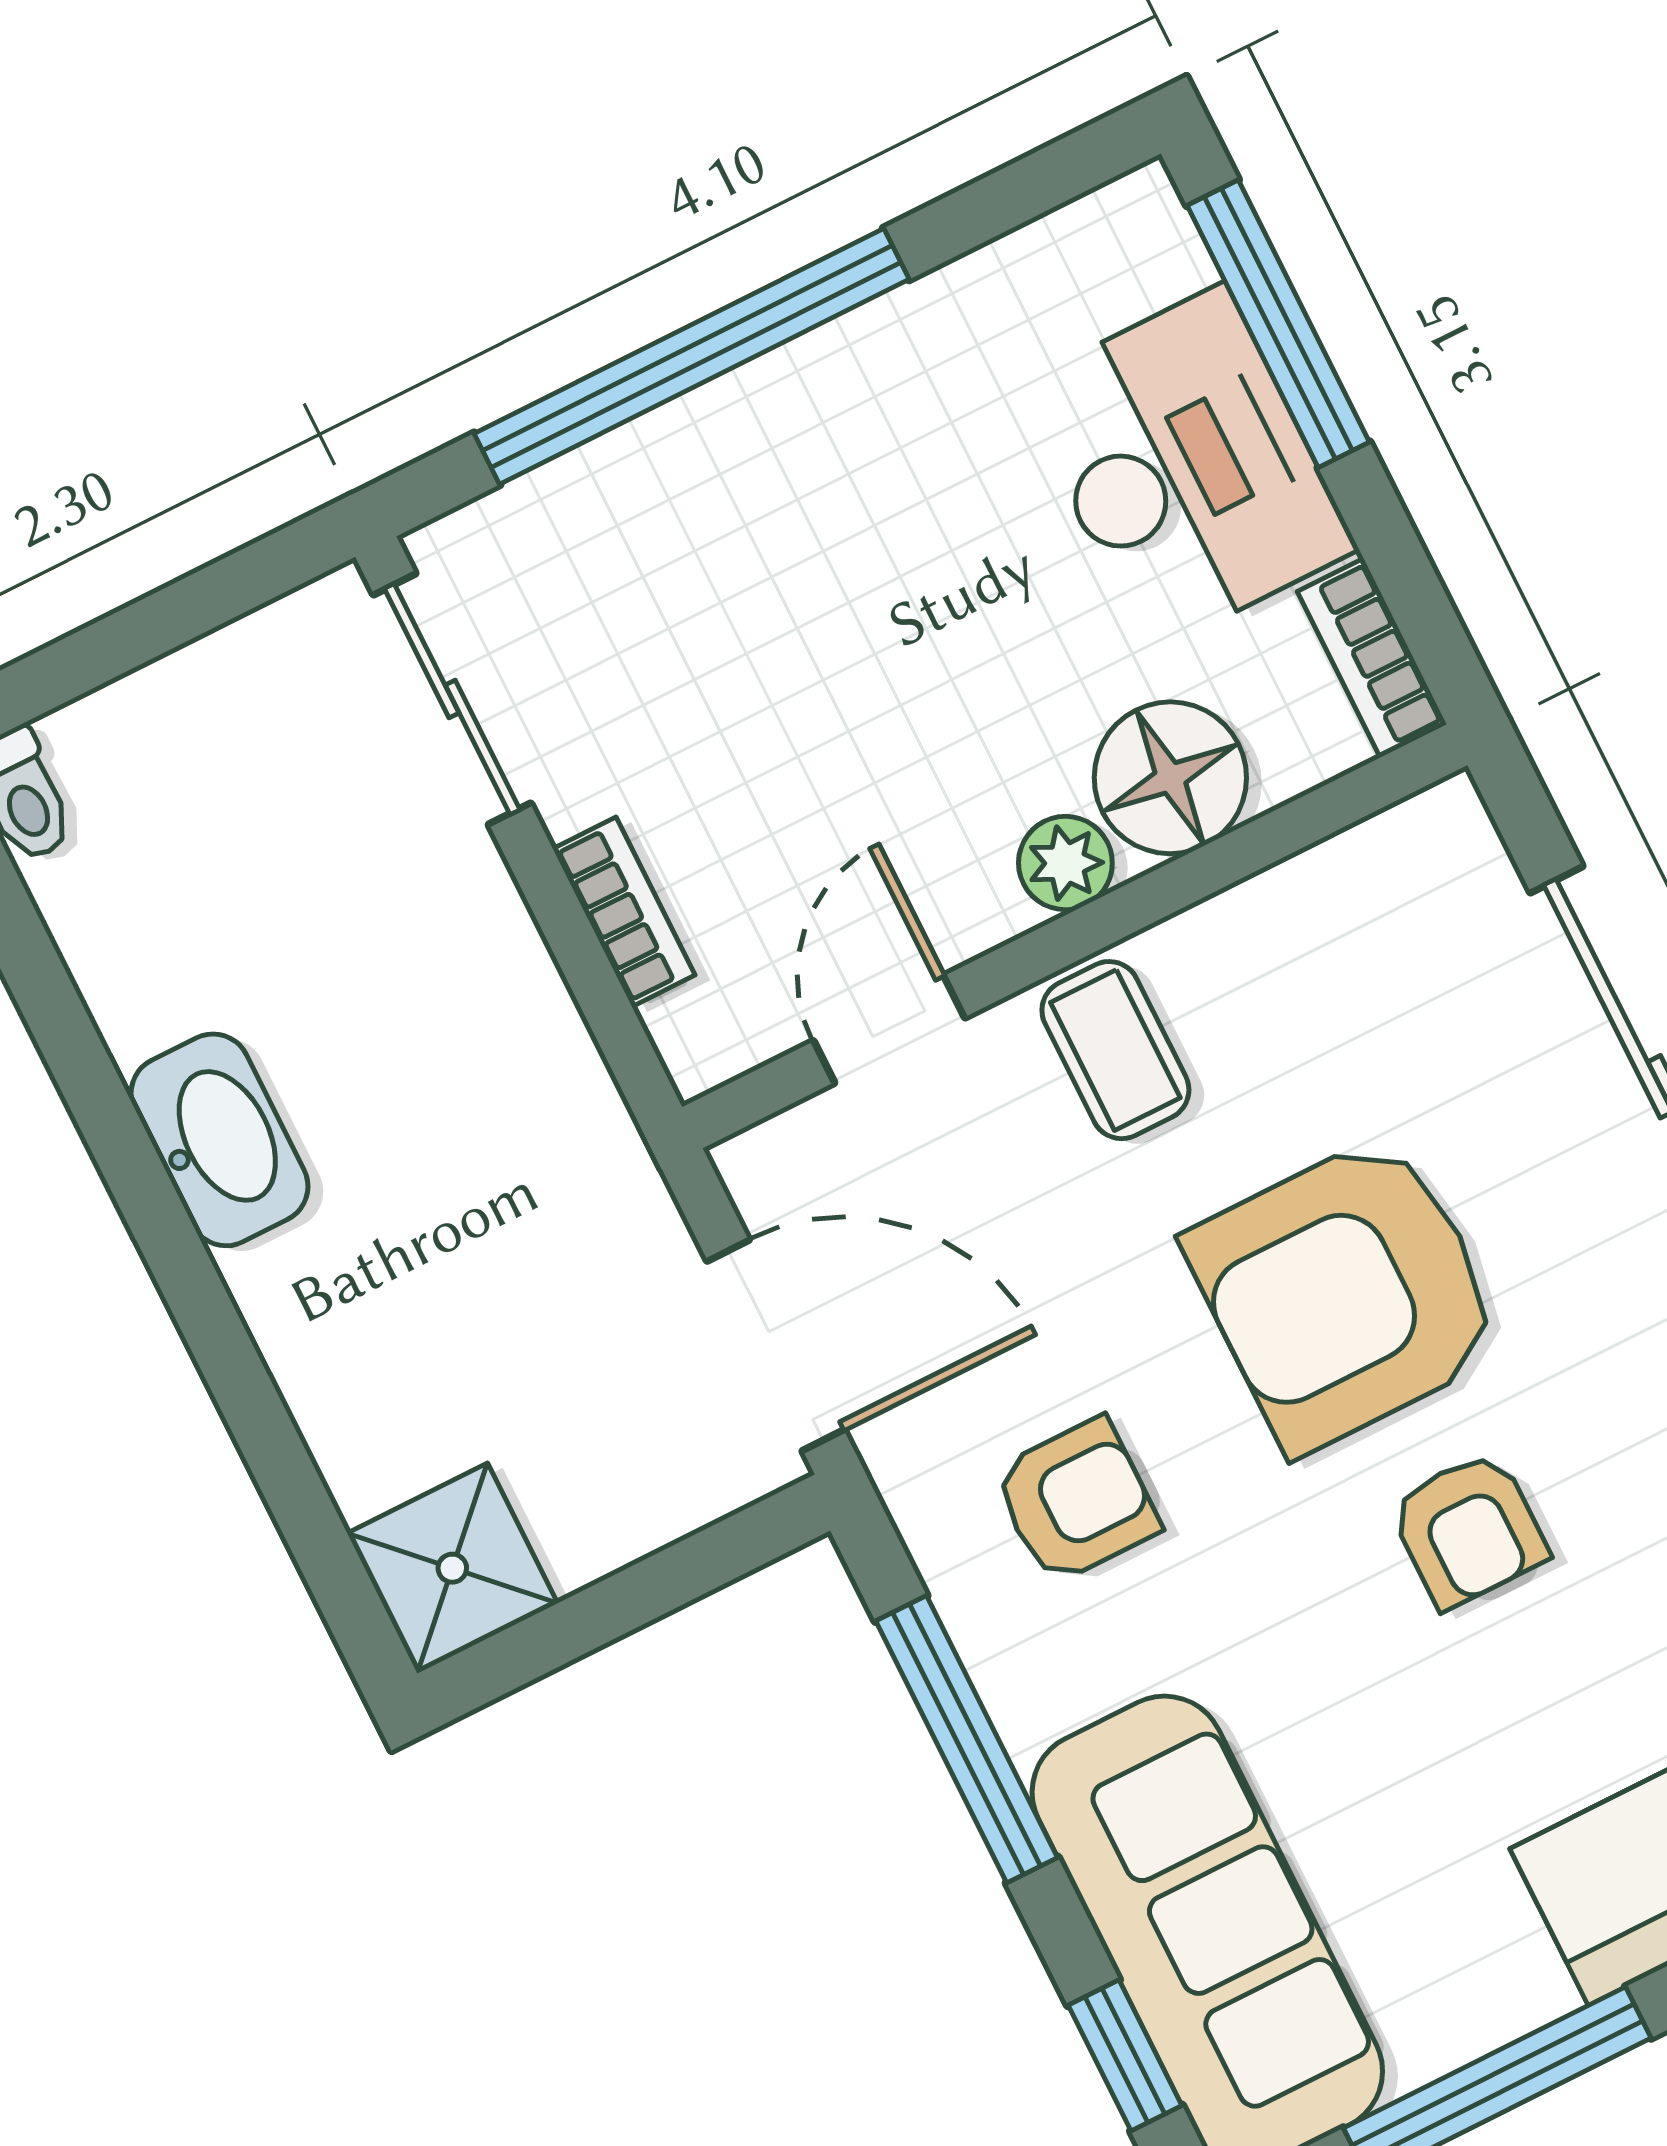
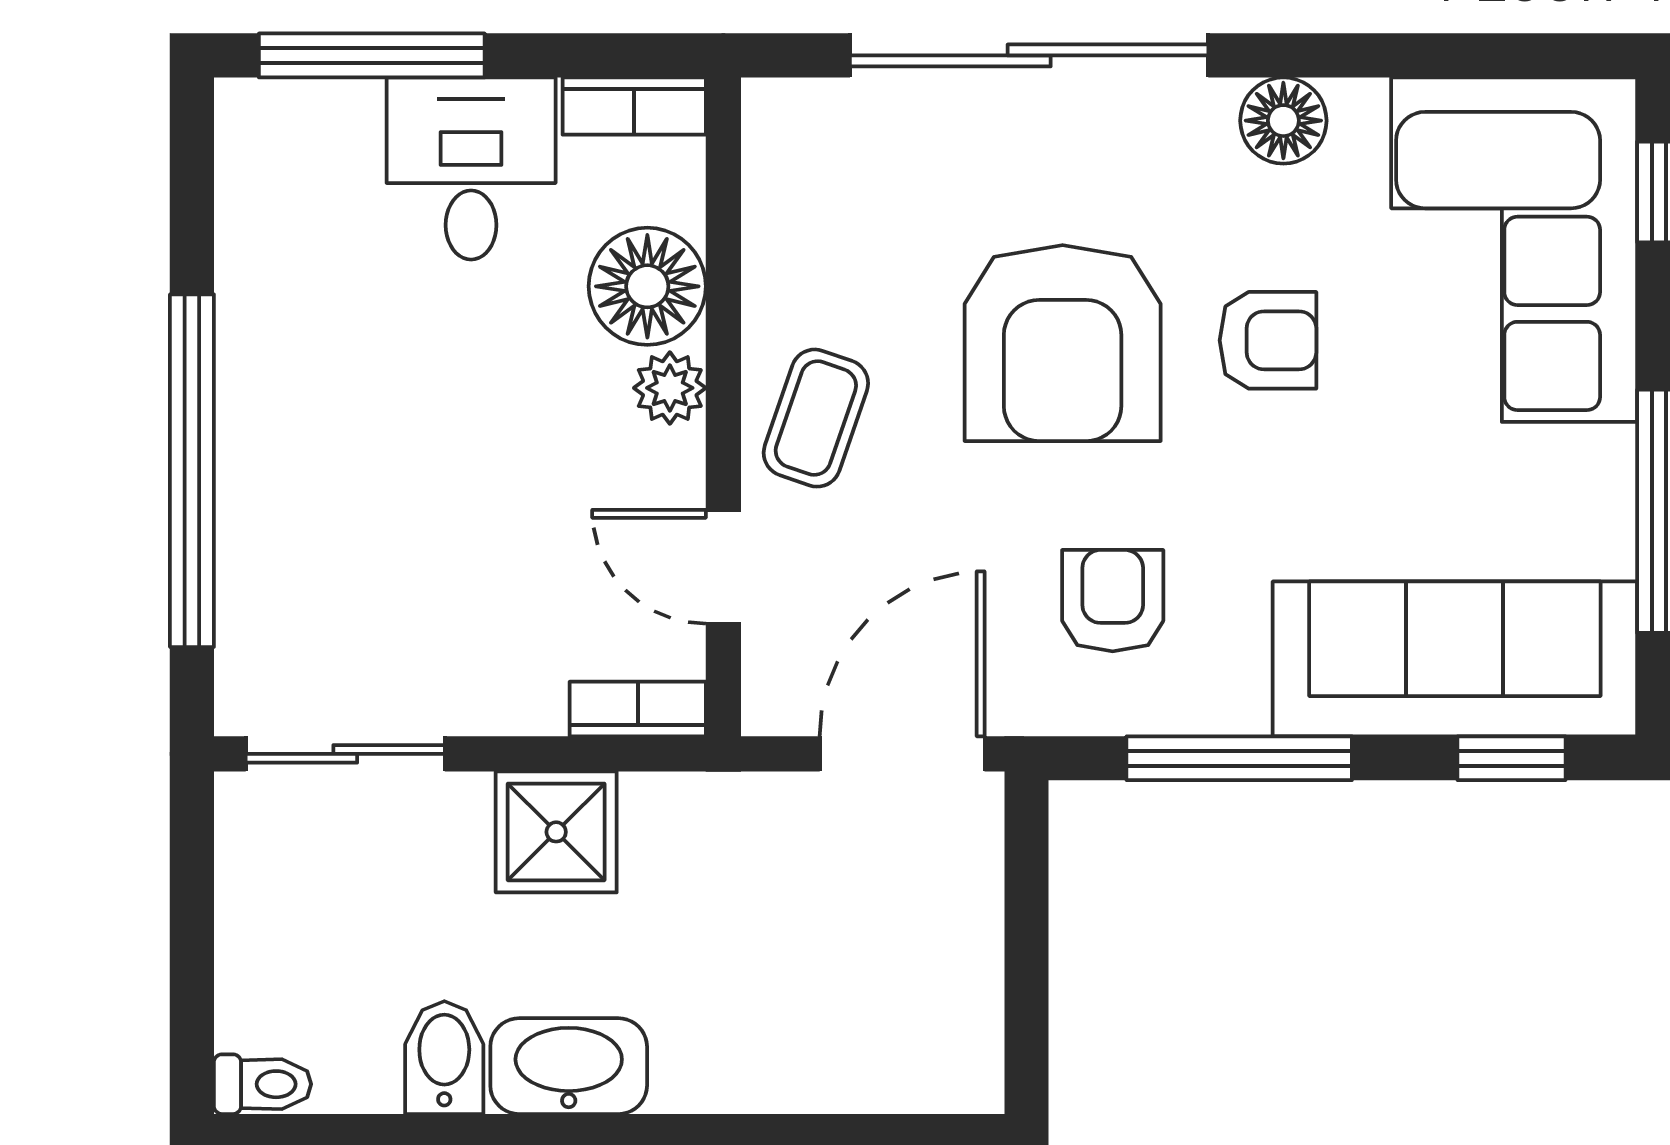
desk: (1186, 468) -> (471, 169), width x0.73
bookcase: (624, 912) -> (638, 709), moved
bidet: (157, 990) -> (444, 1058), added
coffee table: (1115, 1050) -> (816, 418), turned -71
shower: (452, 1568) -> (556, 832), moved

